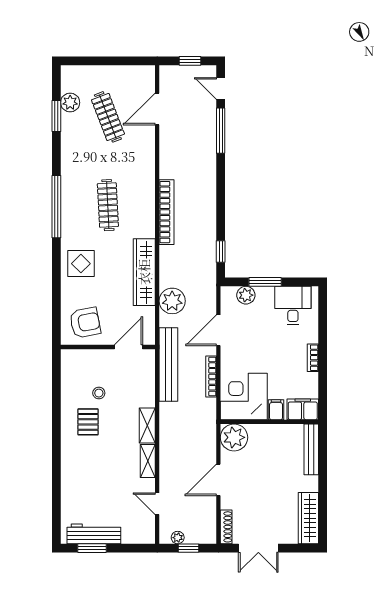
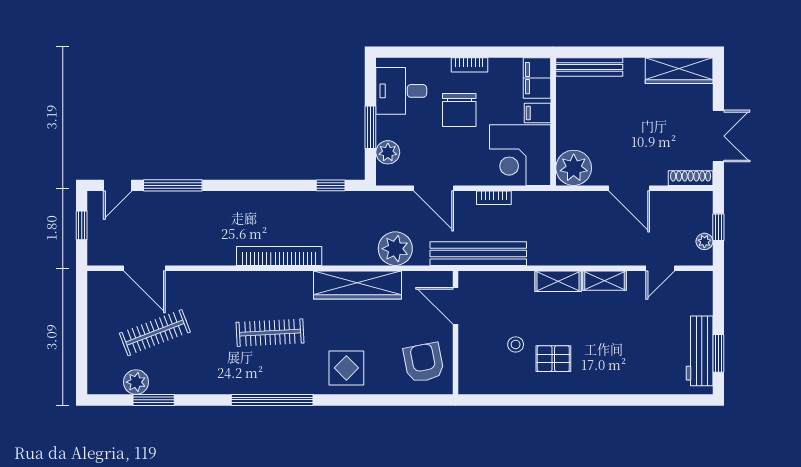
chair: (278, 350) -> (459, 110), added
bookcase: (211, 376) -> (494, 198), width x0.64

